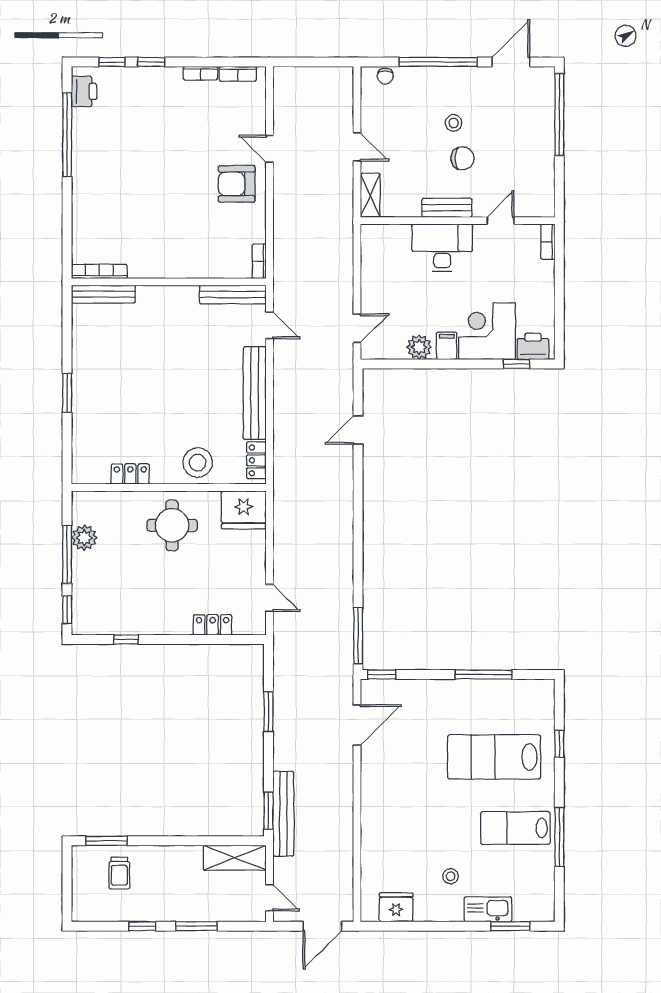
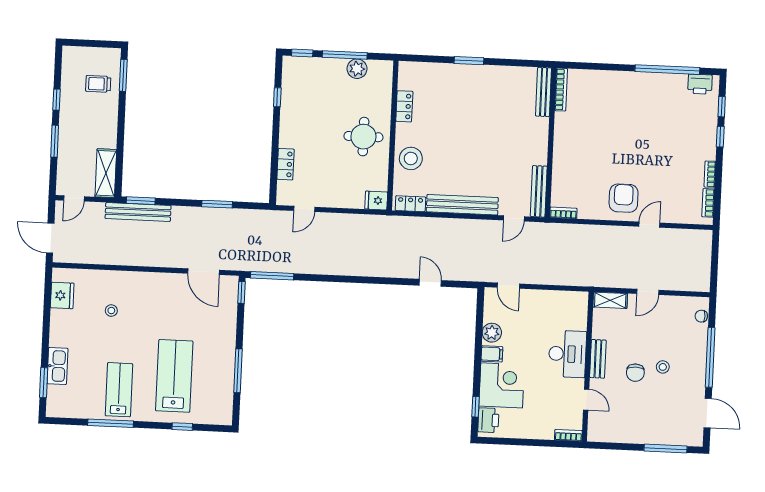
window: (559, 115) -> (666, 449), width x0.68
fridge: (244, 510) -> (376, 200), width x0.53, depth x0.75
stool: (451, 876) -> (111, 311), moved

